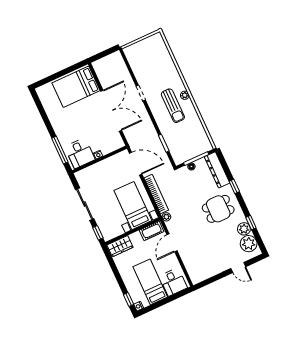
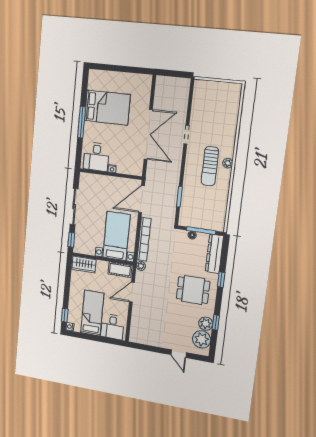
bed: (76, 87) -> (107, 108), moved, turned 180
window: (60, 150) -> (82, 122), moved
door: (136, 164) -> (142, 199), swing flipped

